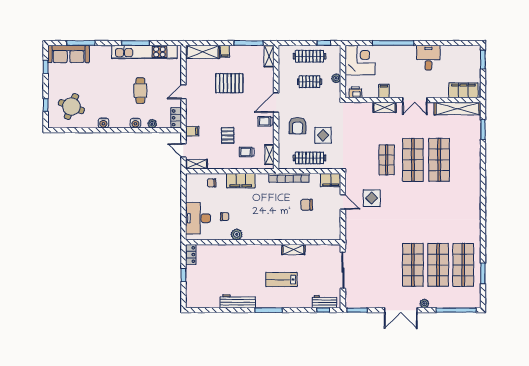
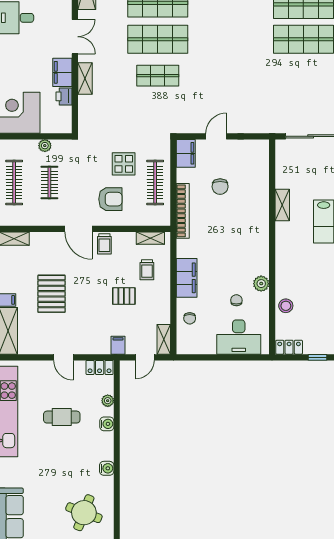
filing cabinet: (384, 91) -> (62, 72), width x2.00
printer: (355, 92) -> (64, 96), moved
display table: (372, 198) -> (211, 96), removed
stool: (221, 252) -> (286, 306), added

